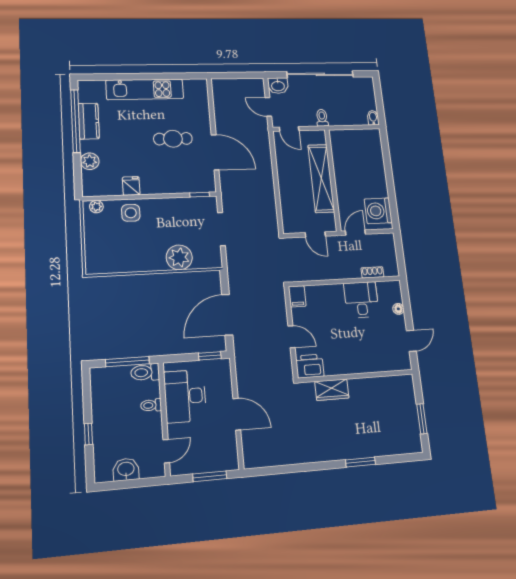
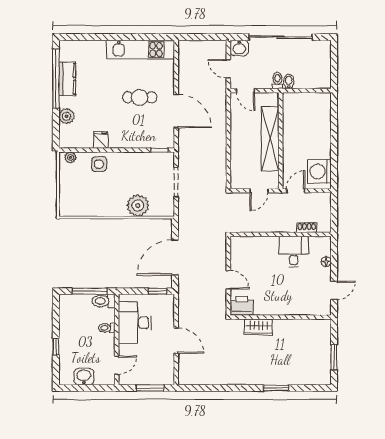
kitchen unit: (145, 89) -> (140, 50), moved
bidet: (373, 118) -> (289, 81), moved
door: (315, 234) -> (259, 191), hinge flipped
filing cabinet: (297, 296) -> (237, 245), removed

